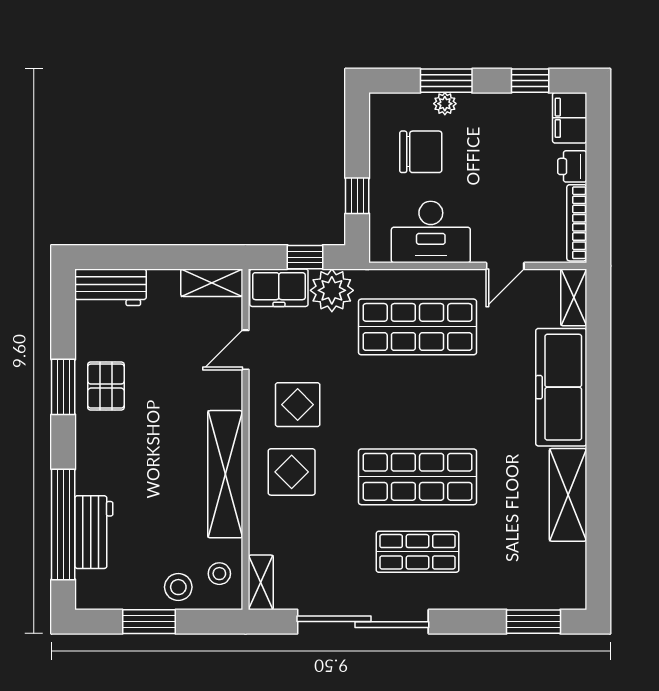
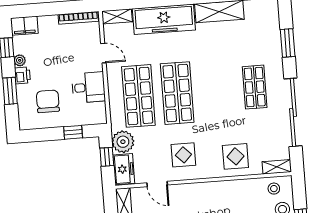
plant: (445, 104) -> (20, 60), moved
printer: (572, 166) -> (22, 75), moved, turned -90
desk: (431, 232) -> (88, 87), width x0.73
display table: (292, 472) -> (235, 156), moved
shelving: (225, 474) -> (222, 190), removed
shop shelf: (417, 477) -> (177, 93), moved
window: (533, 622) -> (288, 43), moved

